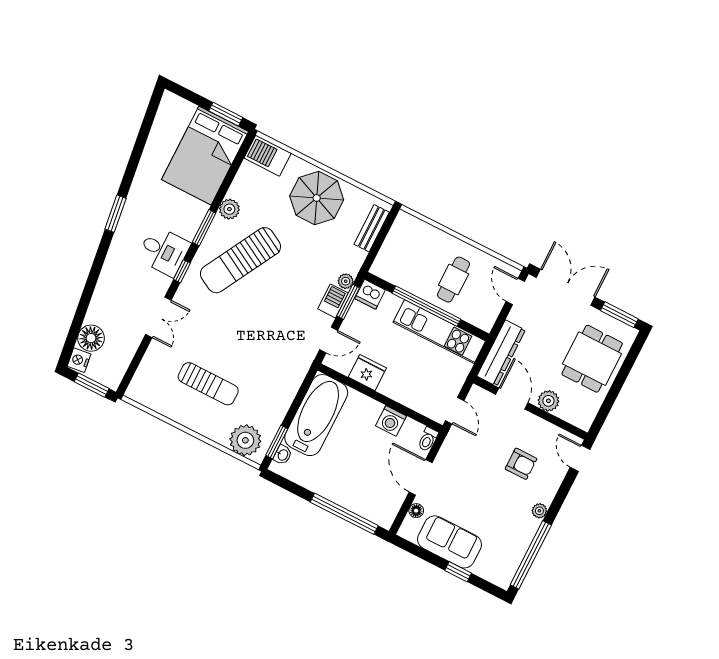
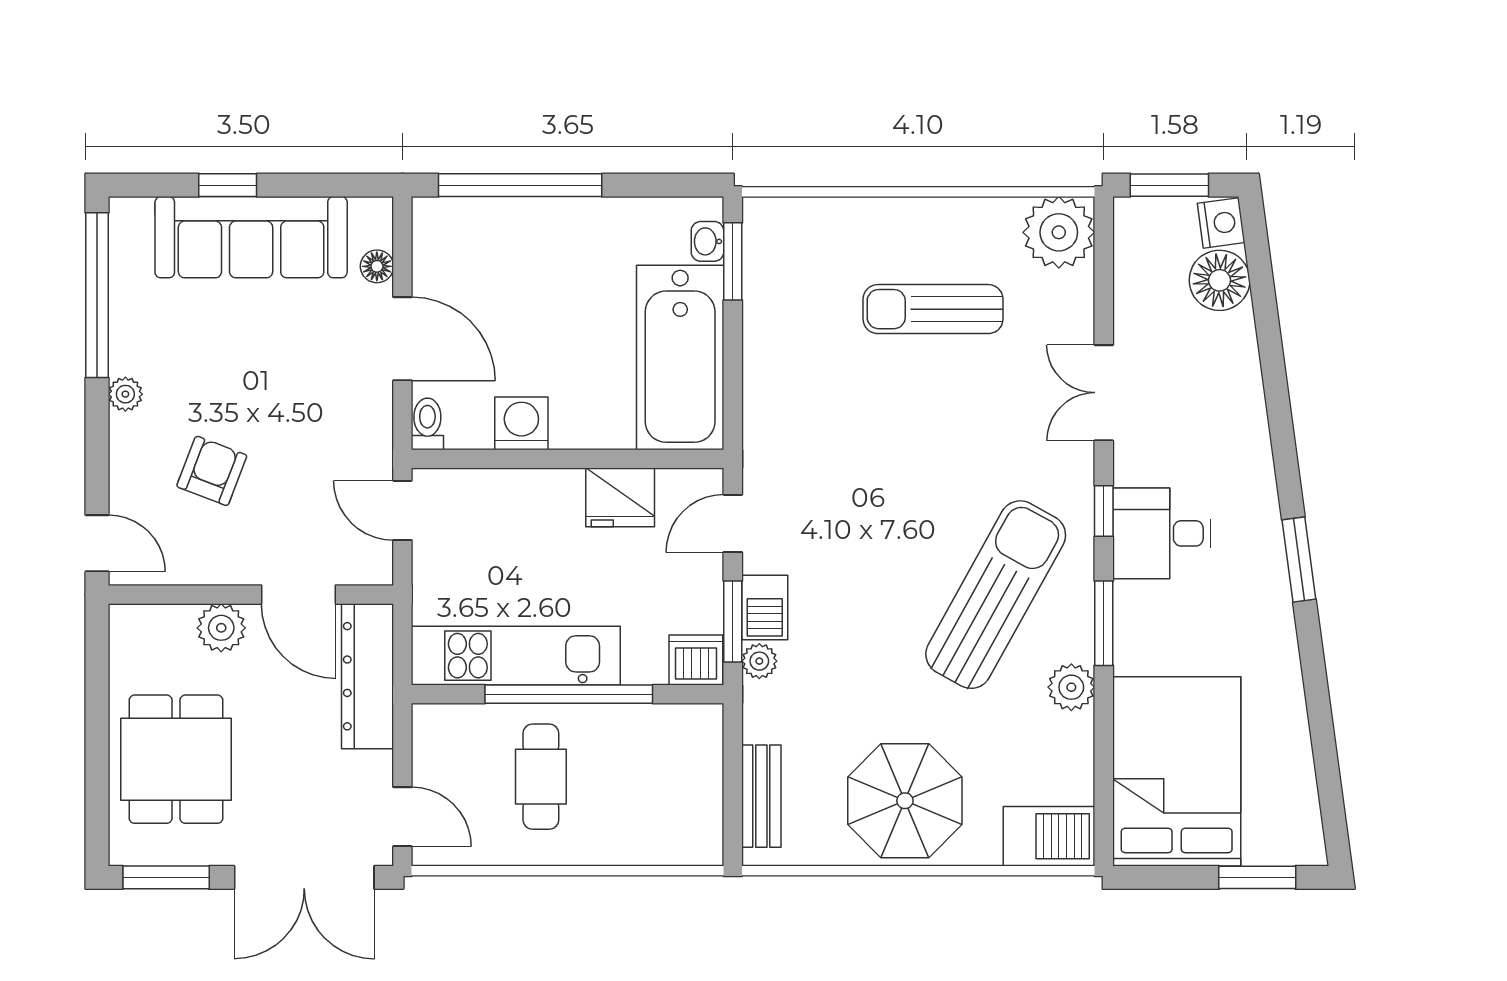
window: (226, 114) -> (1257, 877), moved
plant: (245, 440) -> (1059, 232), moved
armchair: (521, 464) -> (212, 471), turned 111
sofa: (449, 542) -> (251, 237), width x1.36

